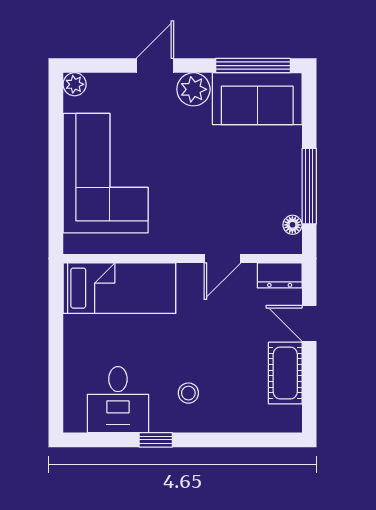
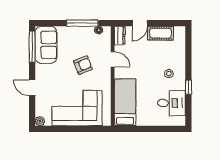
plant: (193, 89) -> (42, 71), removed
armchair: (209, 187) -> (83, 65), added

